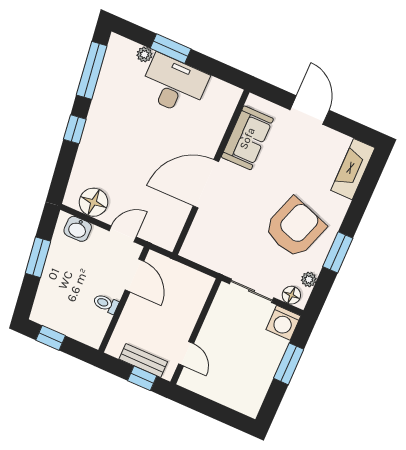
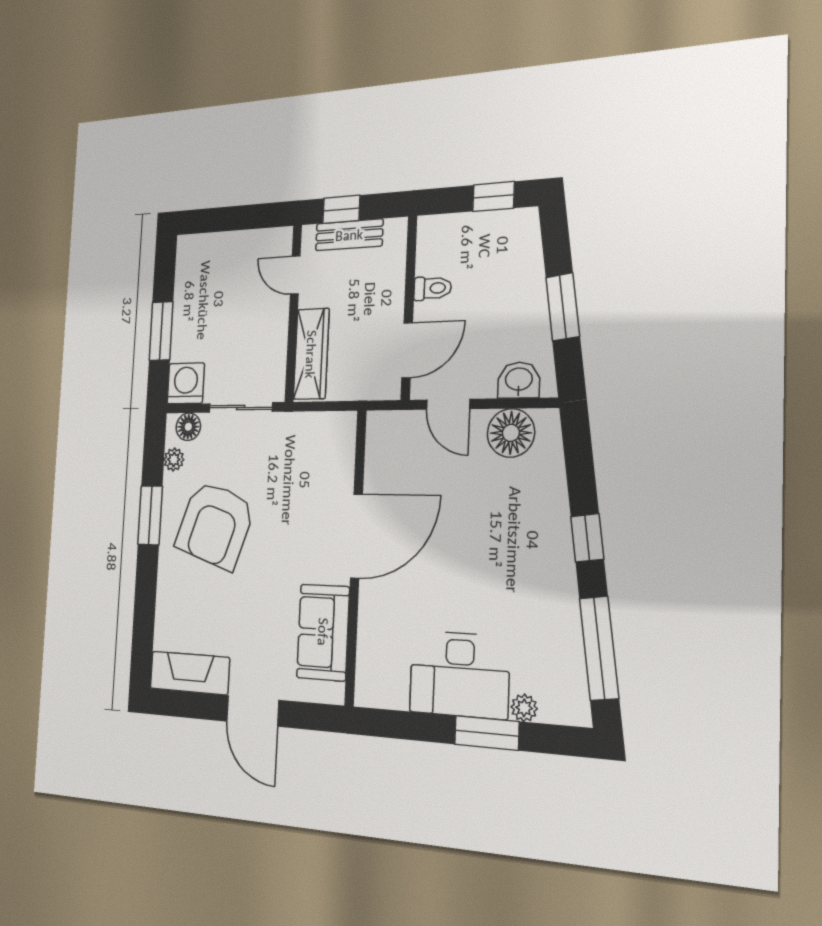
fireplace: (353, 169) -> (190, 673), moved, turned -90
door: (123, 234) -> (448, 404), hinge flipped
door: (134, 276) -> (407, 350), swing flipped
wardrobe: (194, 301) -> (311, 354), added

